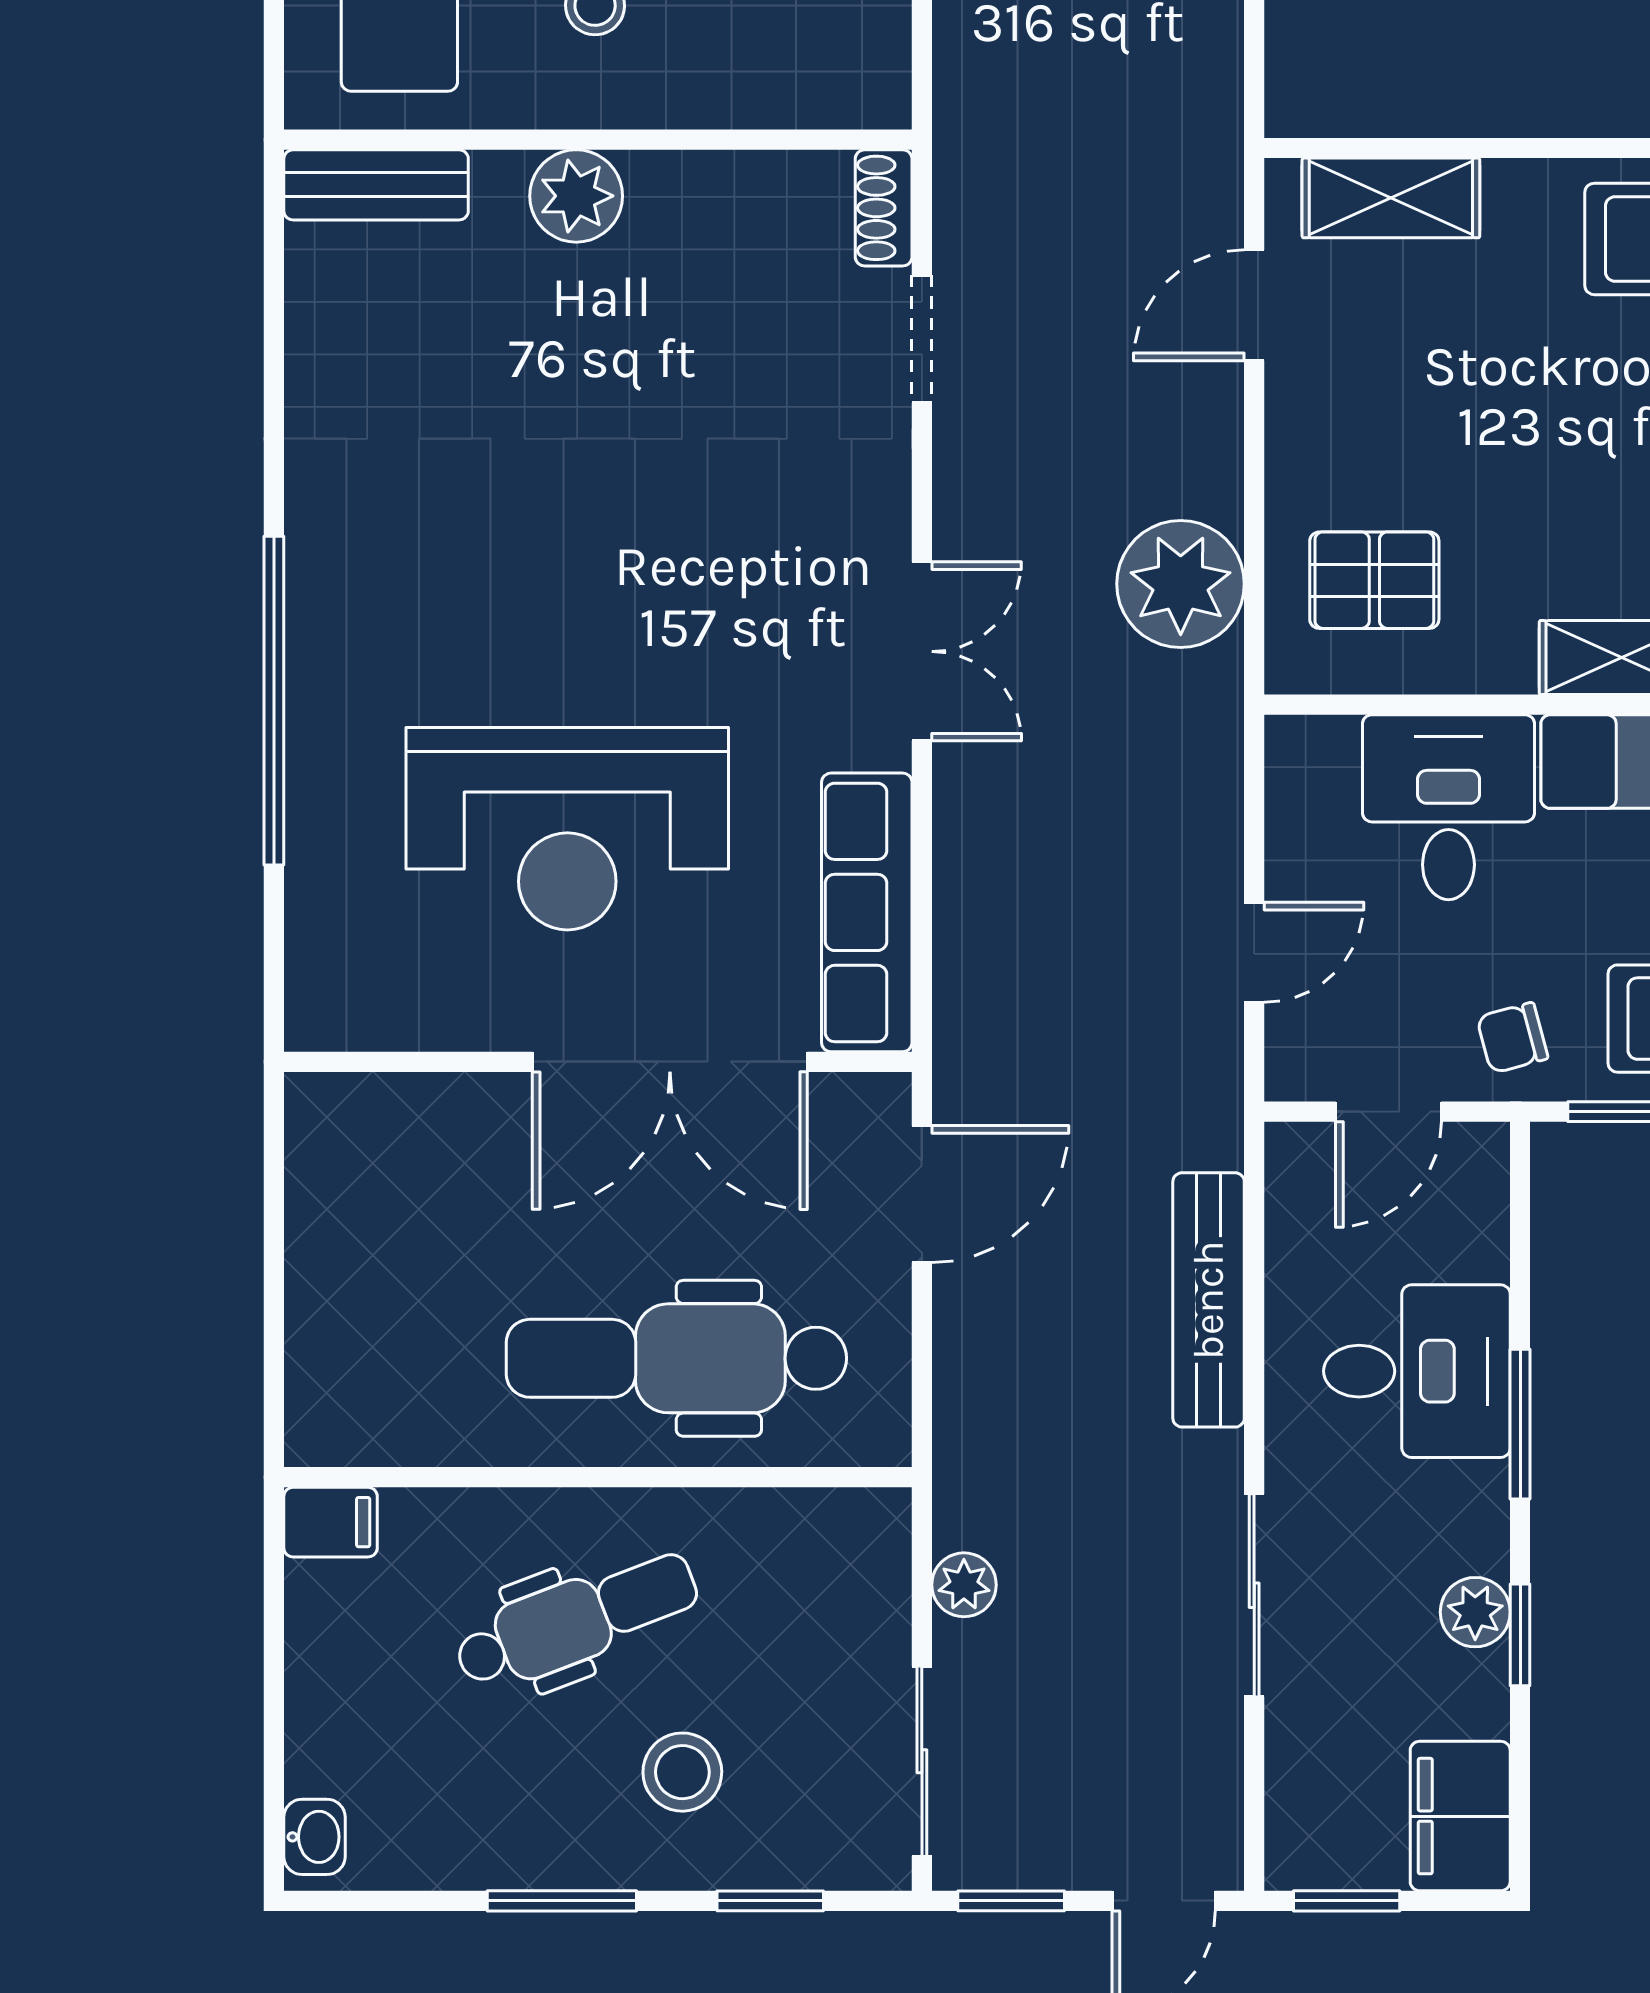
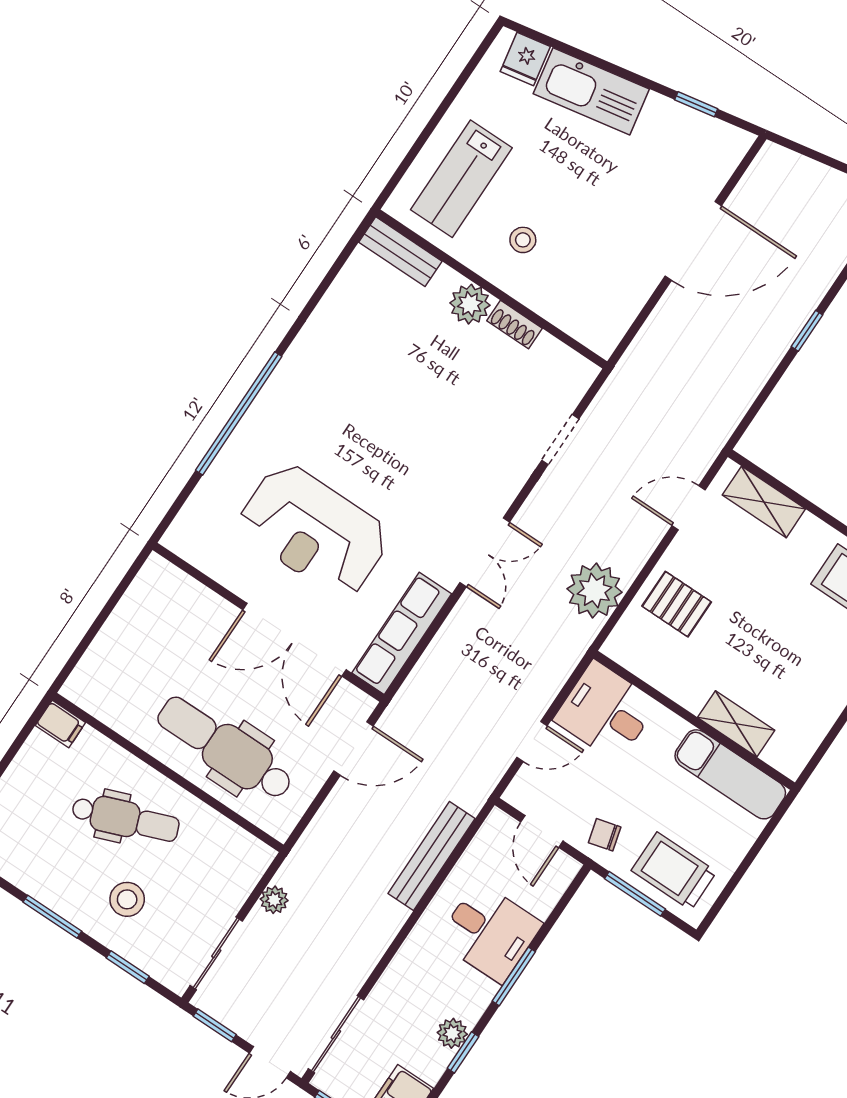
shoe rack: (884, 208) -> (514, 325), moved, turned -90
pallet: (1374, 580) -> (677, 604), moved
desk: (1448, 807) -> (606, 711), moved, turned -90
door: (1388, 1112) -> (542, 832), hinge flipped
sliding door: (1254, 1595) -> (336, 1034), moved

